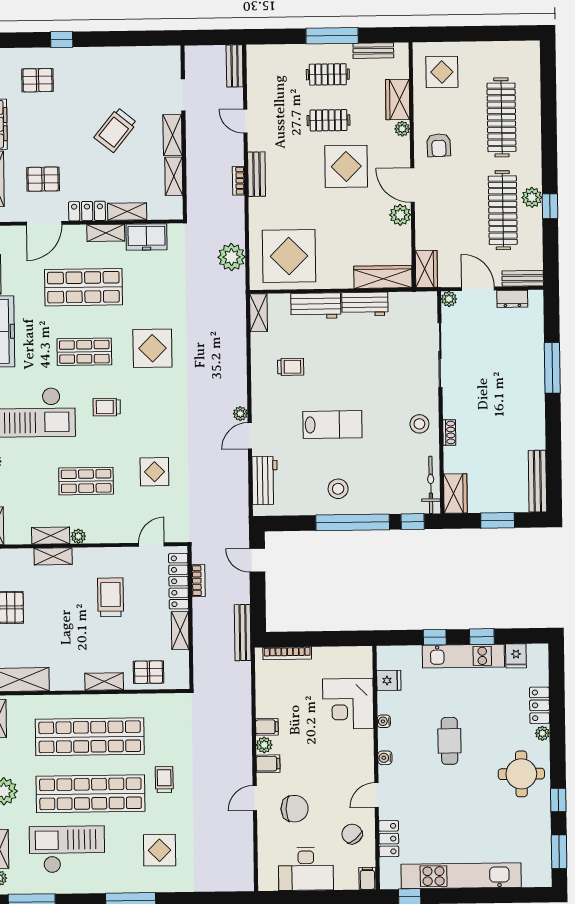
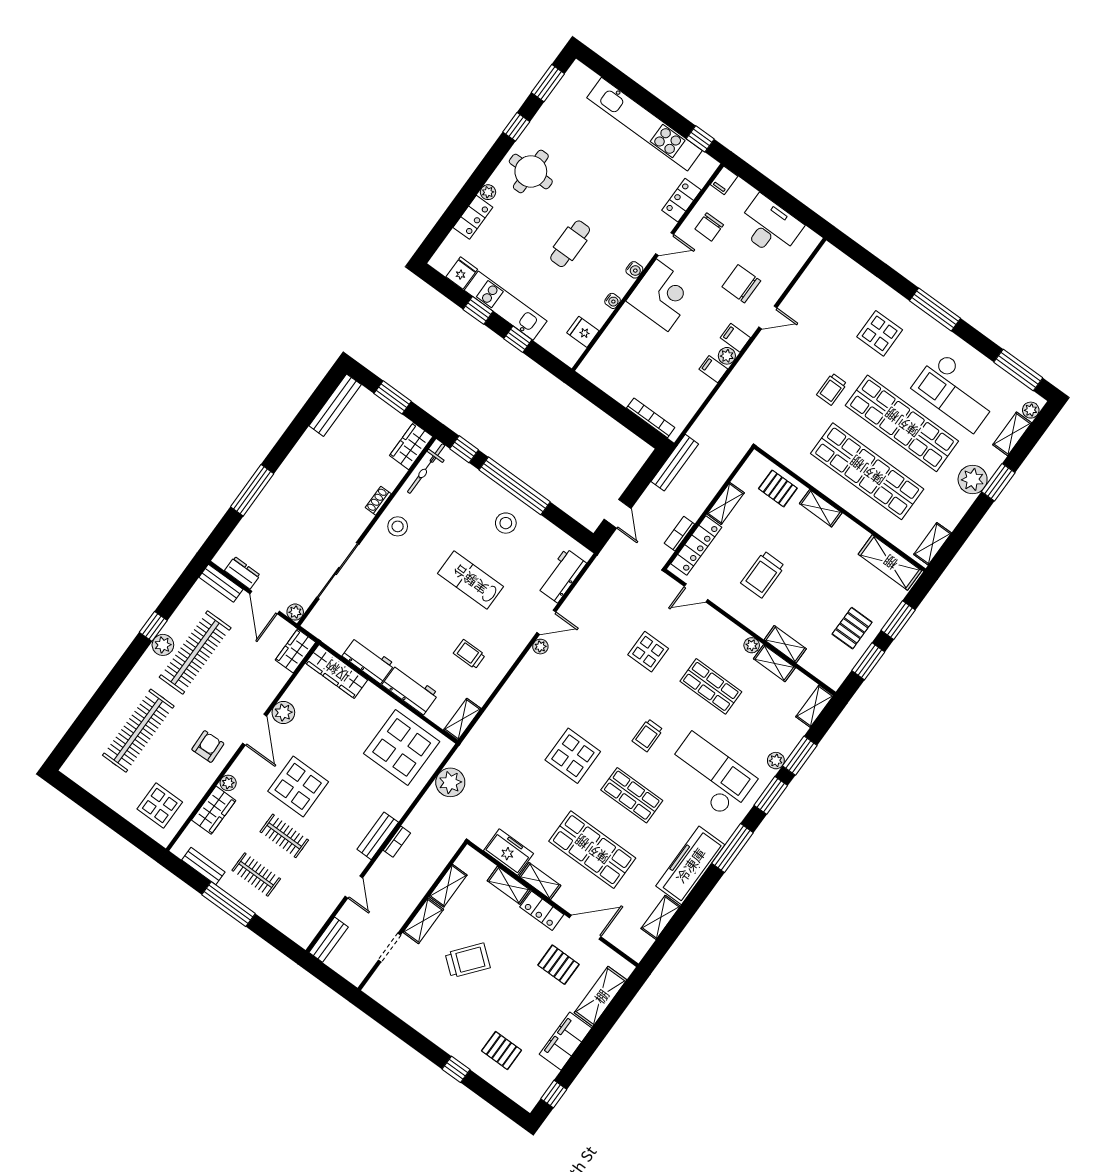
trolley: (107, 407) -> (648, 735), turned 90
corner desk: (348, 704) -> (662, 295), moved
chair: (352, 834) -> (709, 227), turned 40

